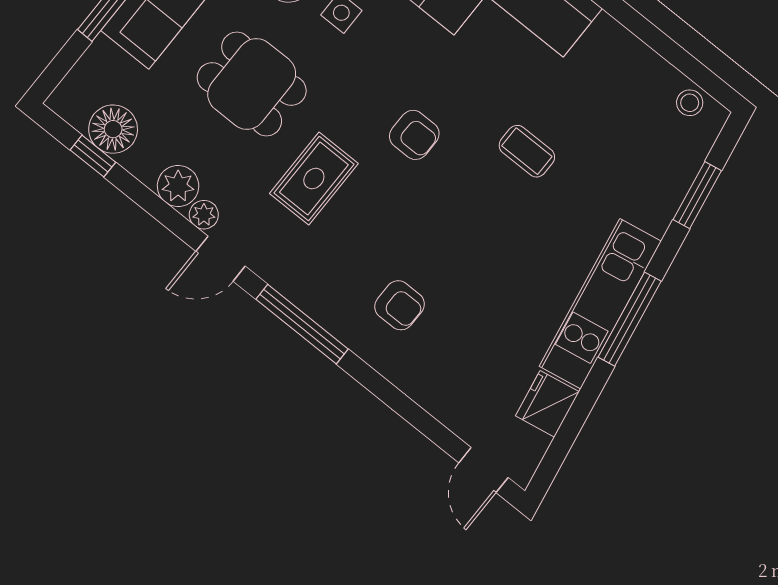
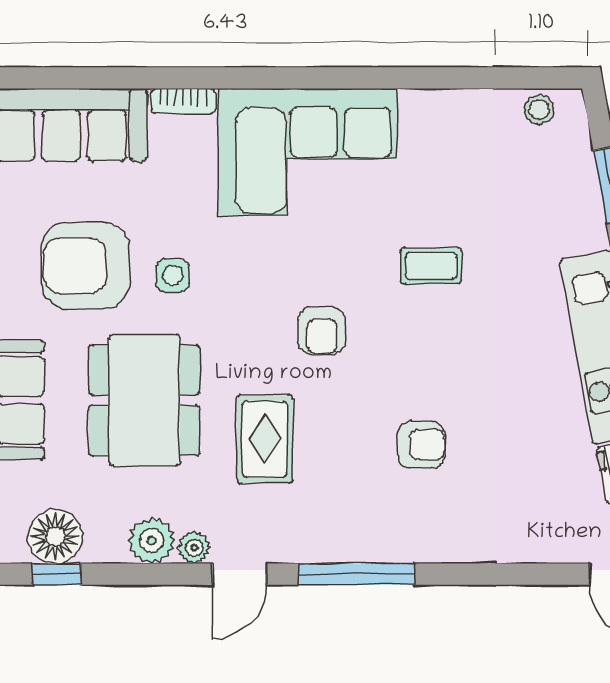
dining table: (252, 84) -> (144, 400), width x1.37
armchair: (414, 135) -> (322, 331), turned 90
armchair: (400, 305) -> (421, 445), moved

